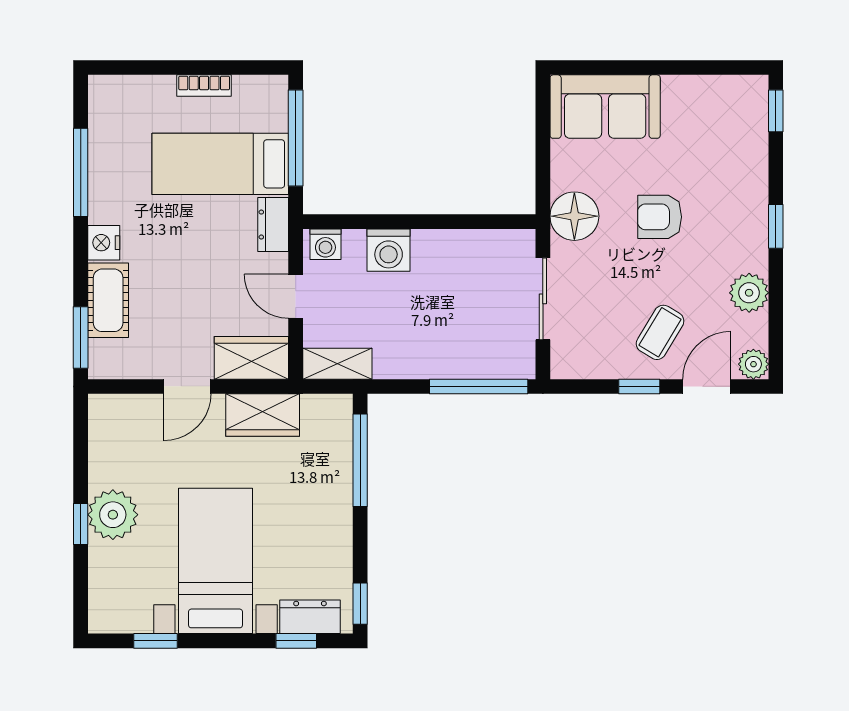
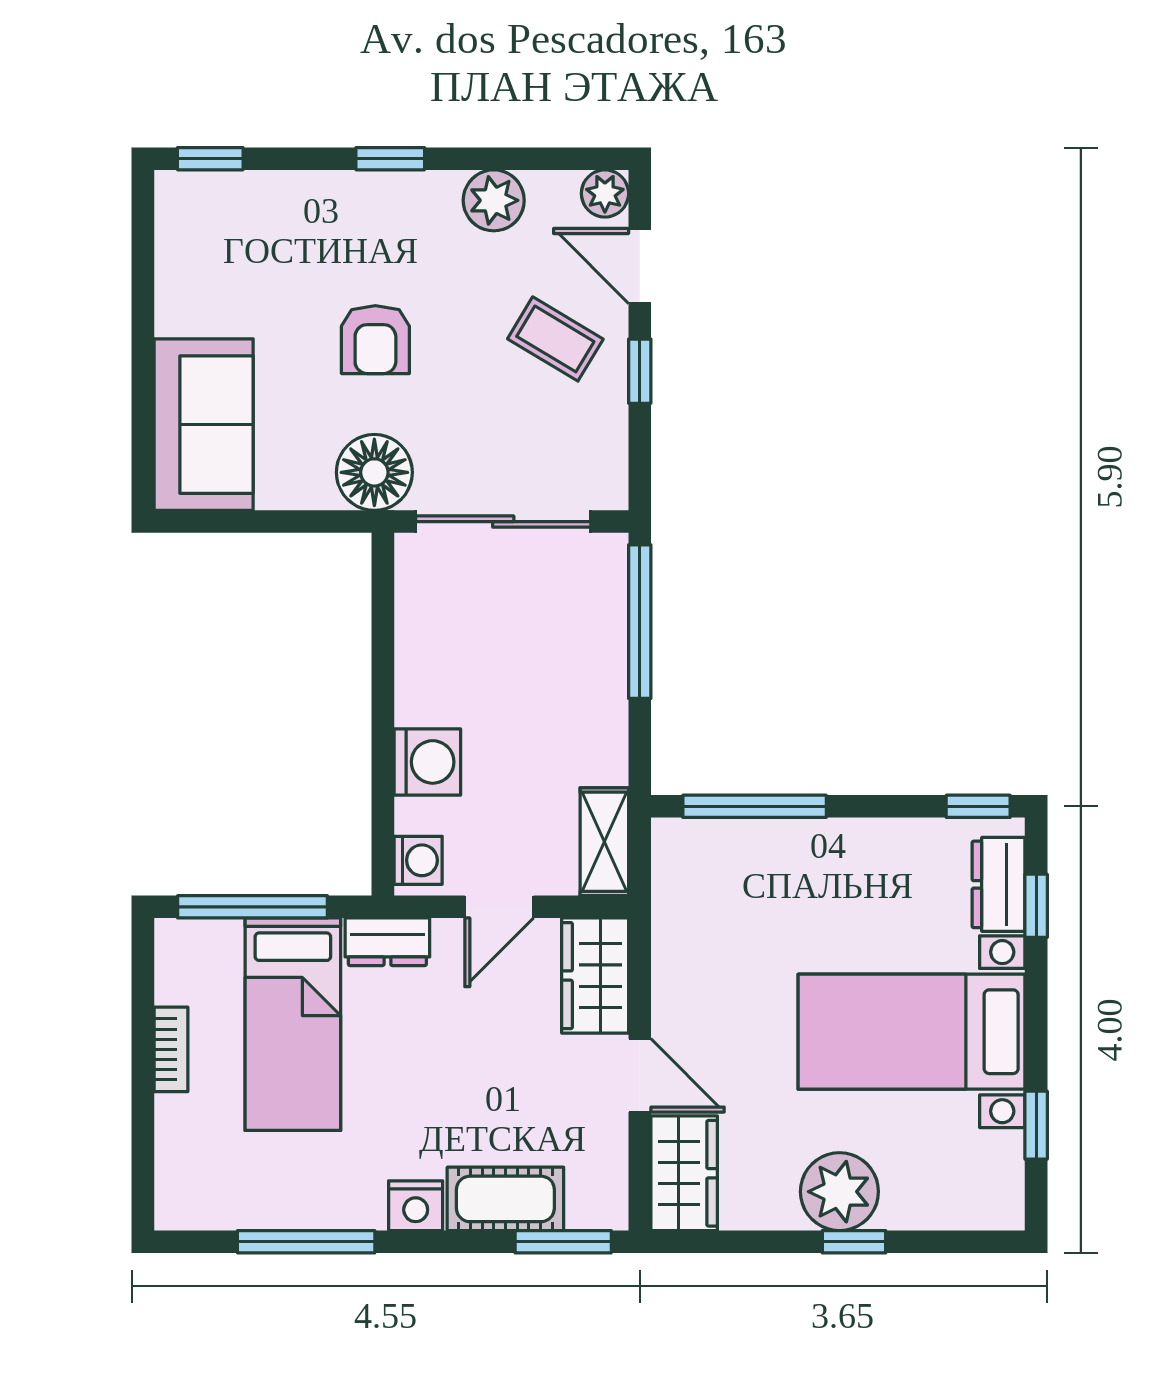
sliding door: (543, 299) -> (503, 522), width x1.37
wardrobe: (263, 415) -> (684, 1173), moved

